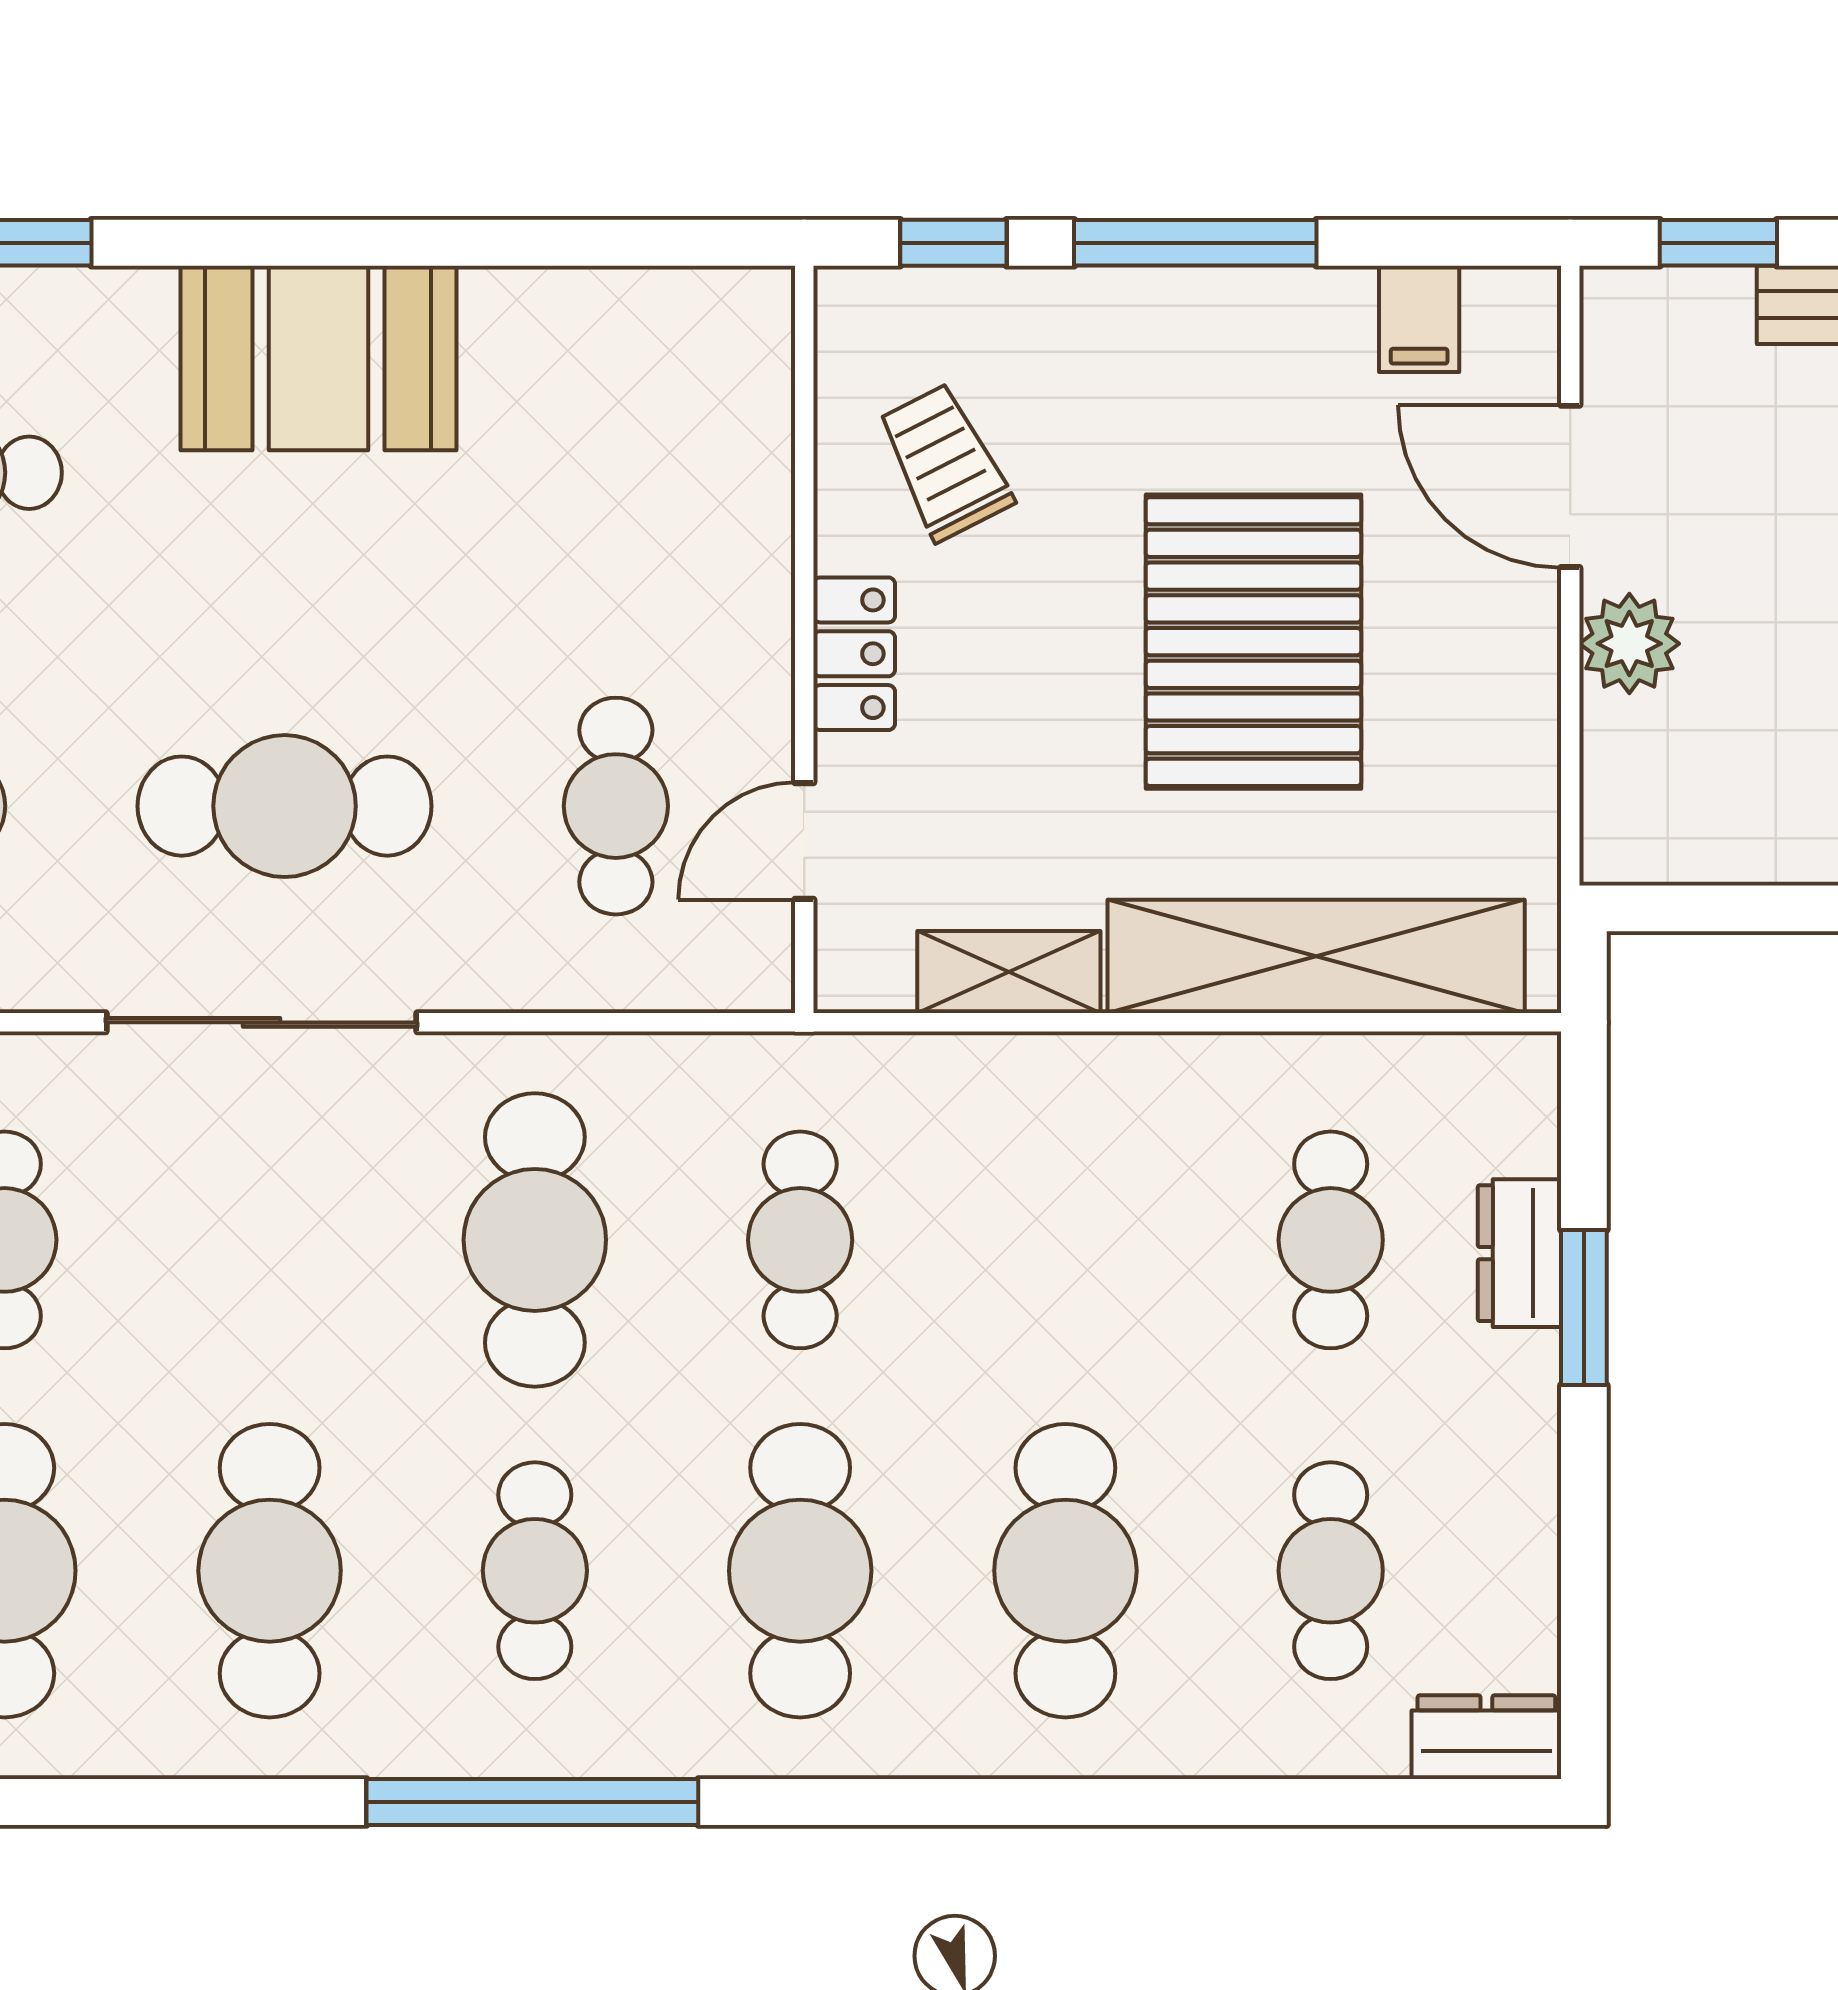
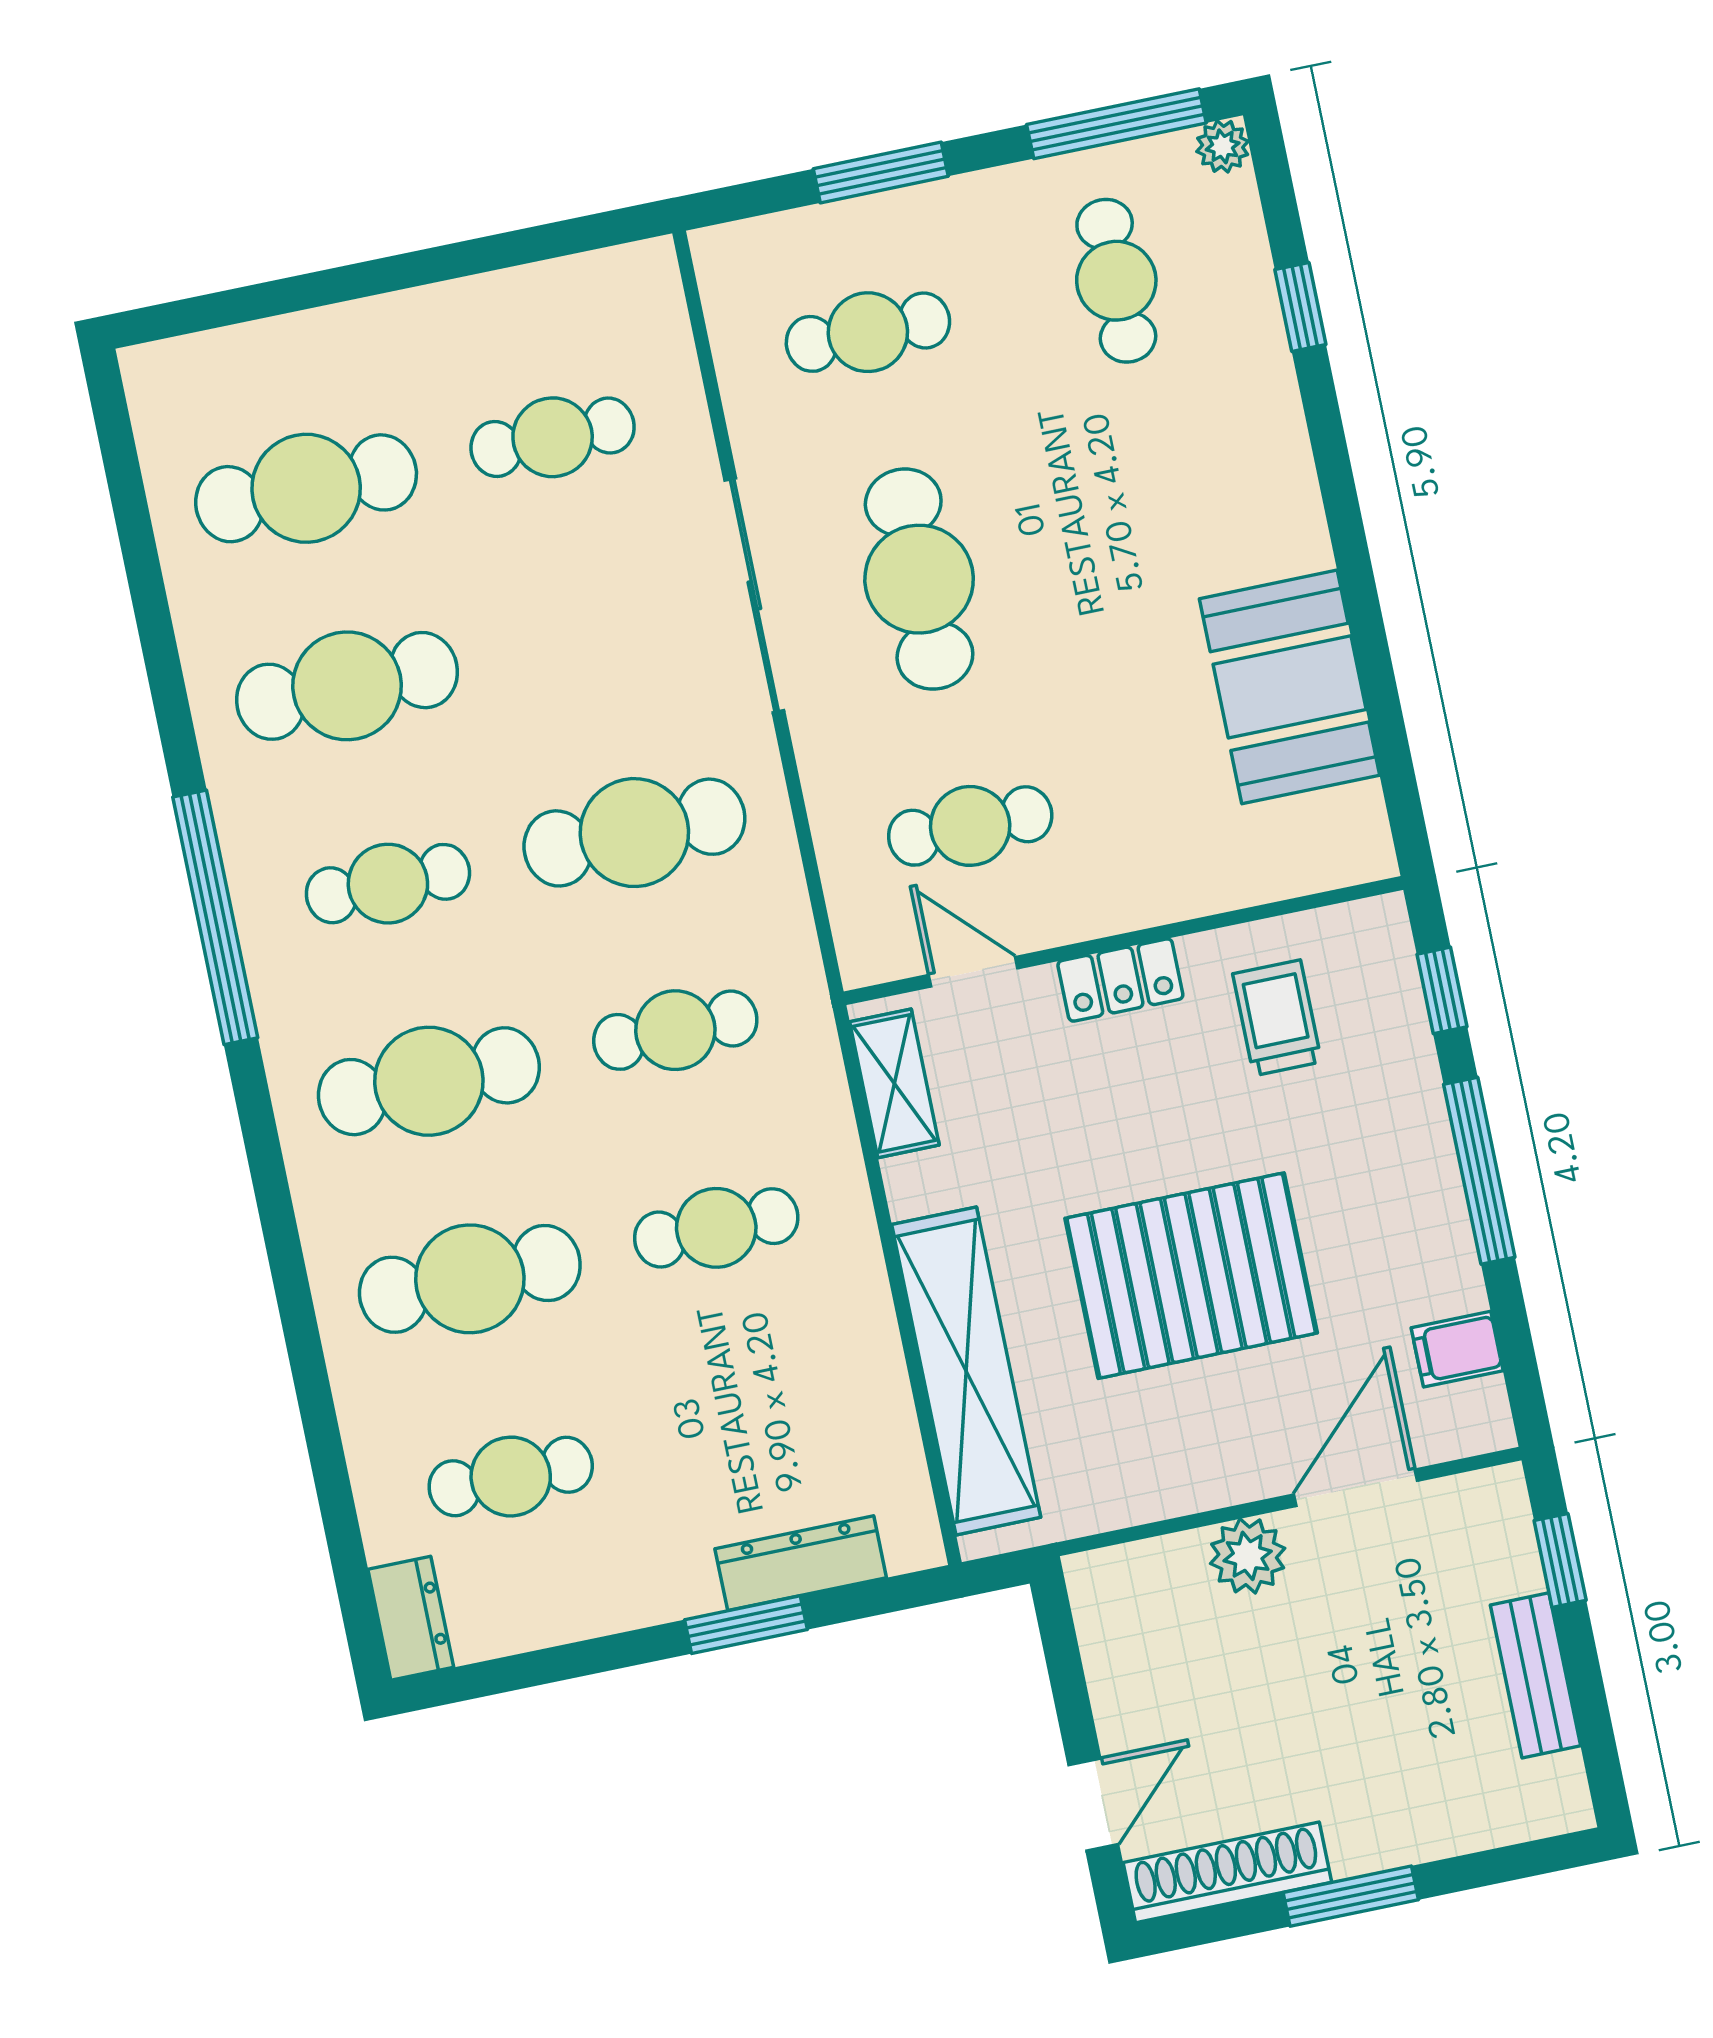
booth: (318, 358) -> (1290, 687), moved
trolley: (945, 462) -> (1277, 1018), turned -63
shelving: (1009, 972) -> (894, 1083), moved
cafe table: (1331, 1240) -> (716, 1228), moved
dresser: (1519, 1253) -> (801, 1563), width x1.44

